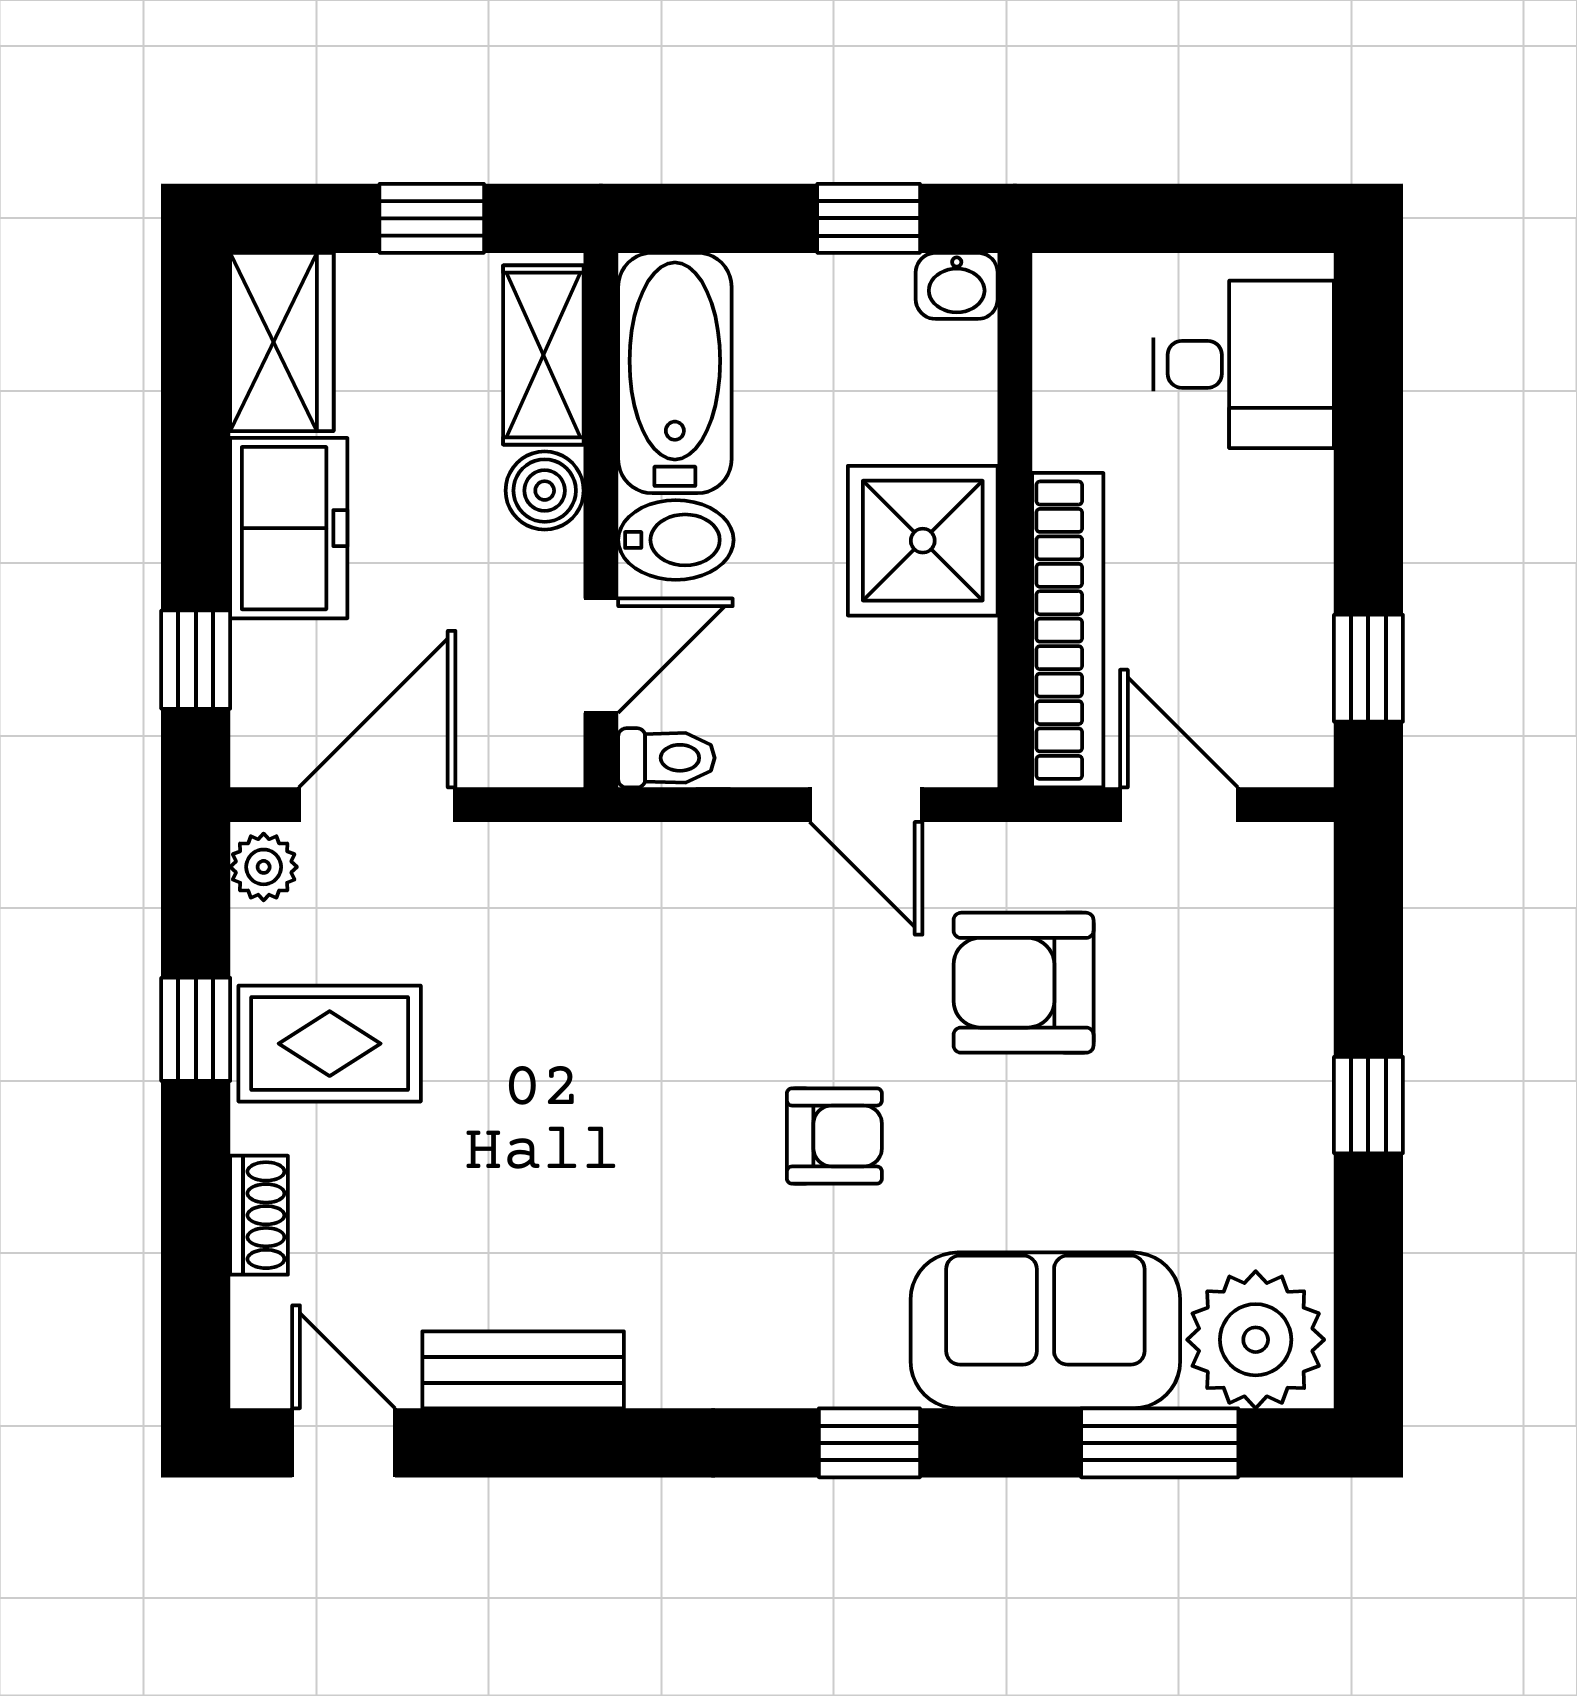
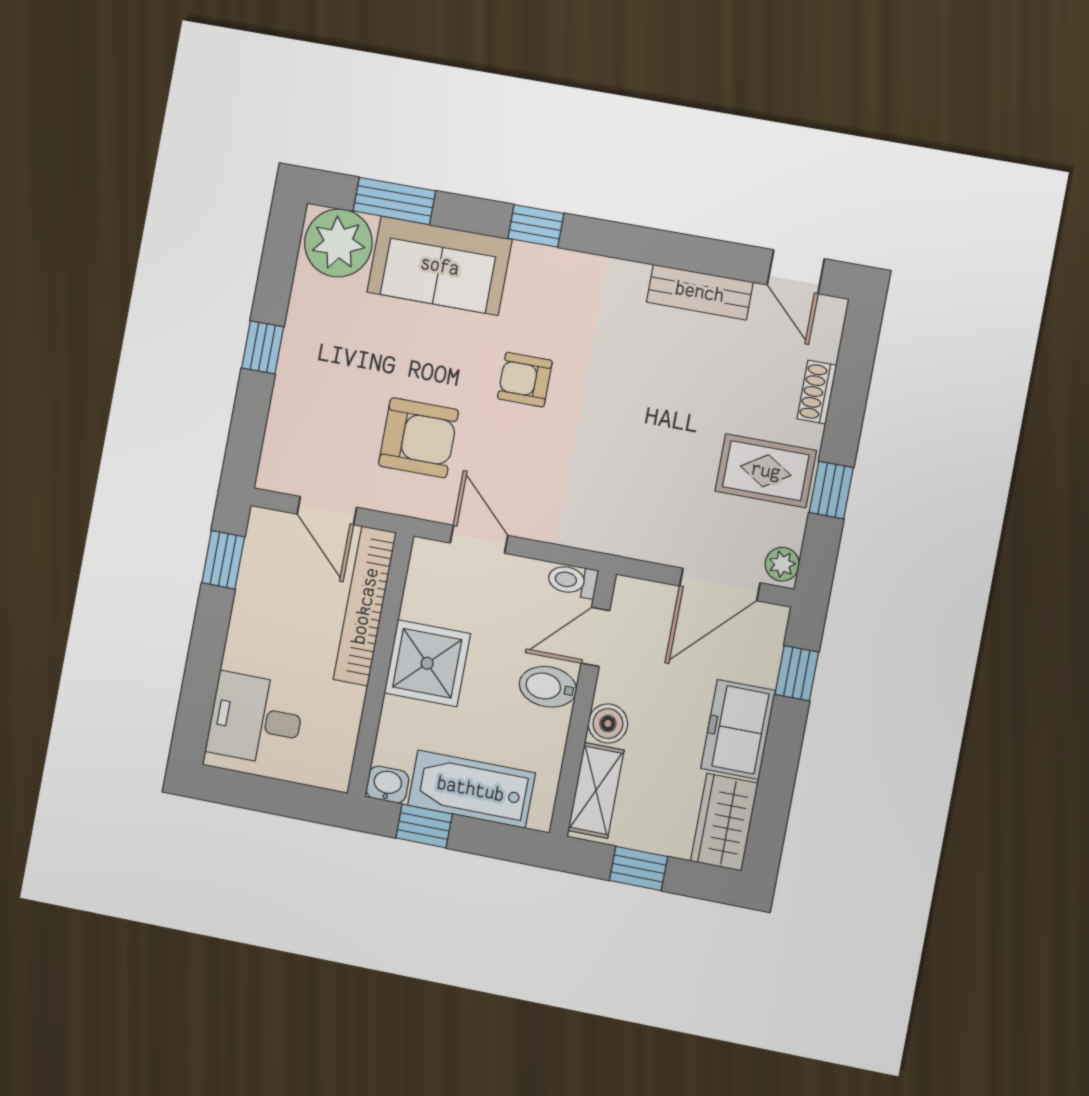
bathtub: (675, 373) -> (471, 789), moved, turned 90

